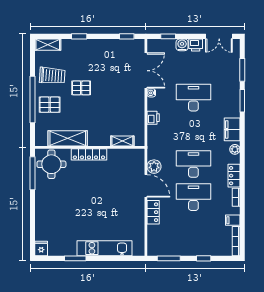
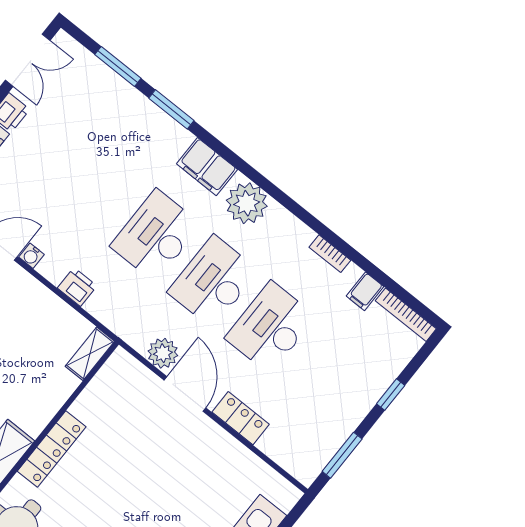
desk: (193, 98) -> (156, 235), moved
shelving: (122, 141) -> (90, 354), moved
plant: (235, 149) -> (247, 203), width x1.88, depth x1.88
locker: (234, 176) -> (289, 227), removed
door: (146, 186) -> (185, 394), hinge flipped

